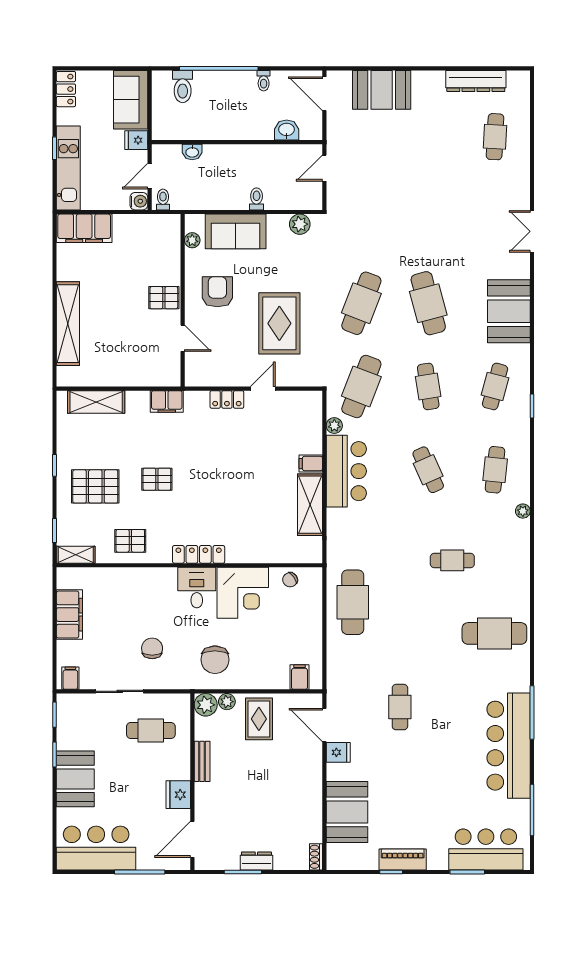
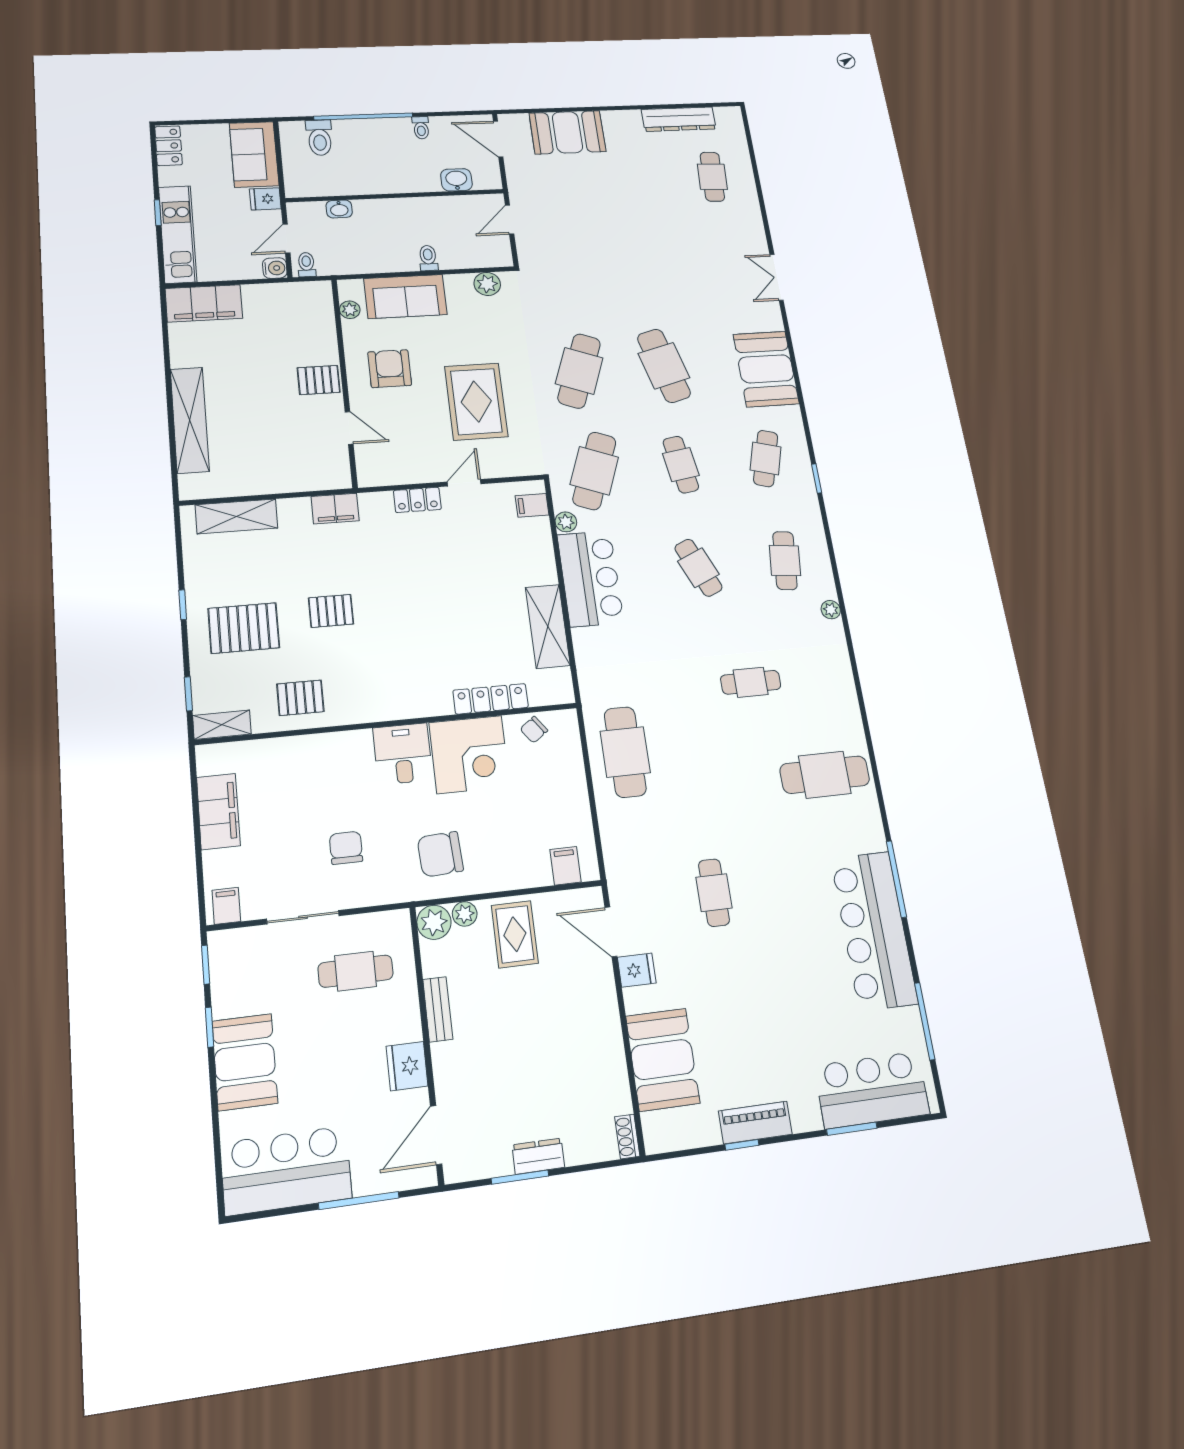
filing cabinet: (311, 464) -> (532, 505), moved
locker: (199, 554) -> (491, 699), moved
chair: (215, 660) -> (440, 854), turned 87

